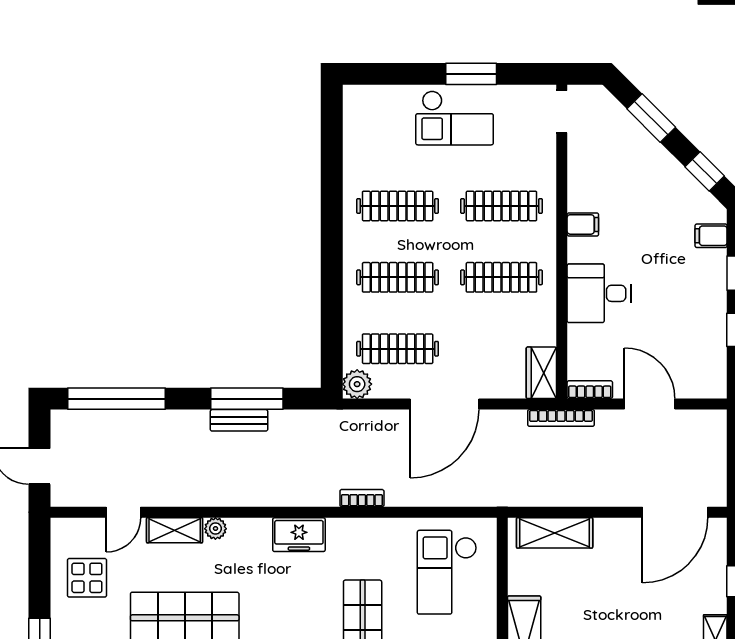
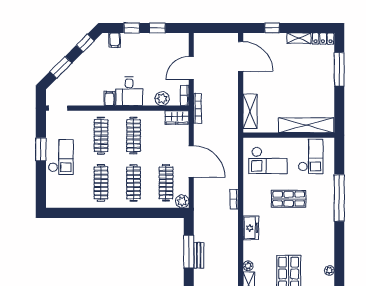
desk: (599, 293) -> (129, 91), moved
plant: (583, 340) -> (162, 99), added

